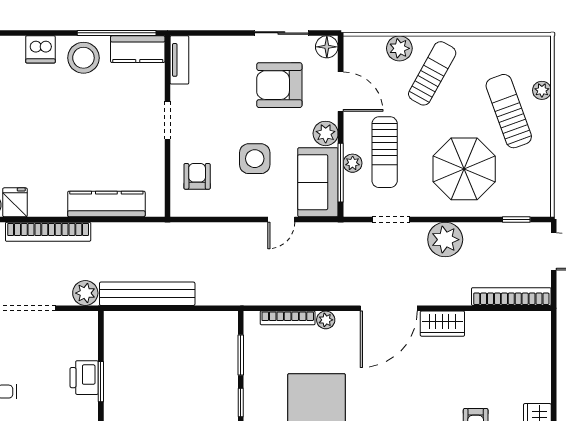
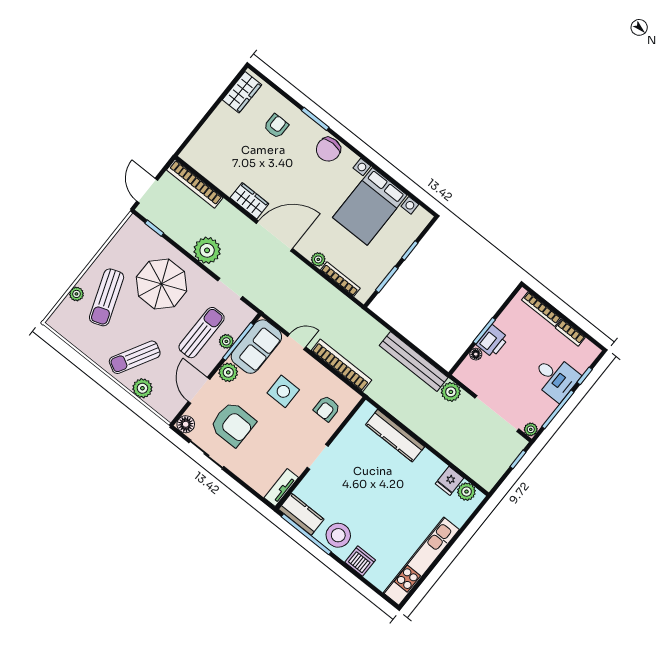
bookcase: (48, 232) -> (341, 365), moved
floor lamp: (91, 351) -> (476, 354), added

